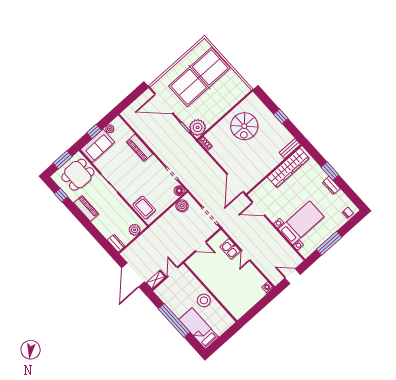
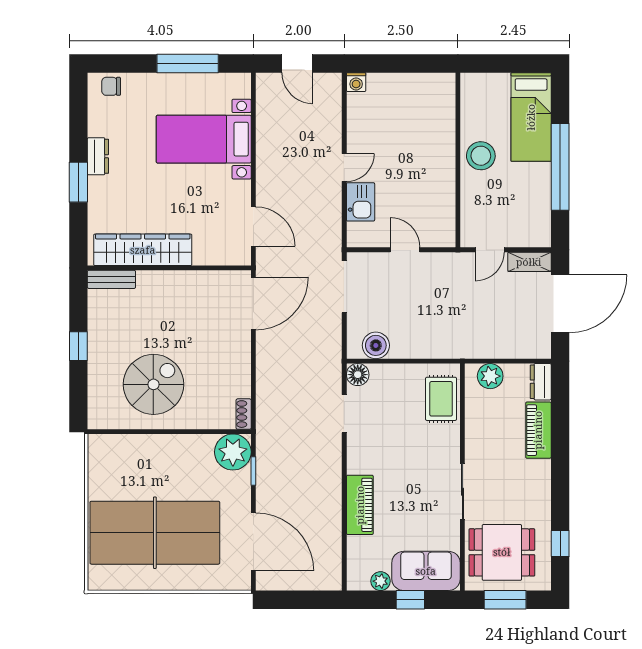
piano: (86, 208) -> (538, 430), moved

